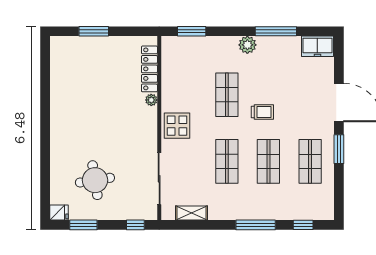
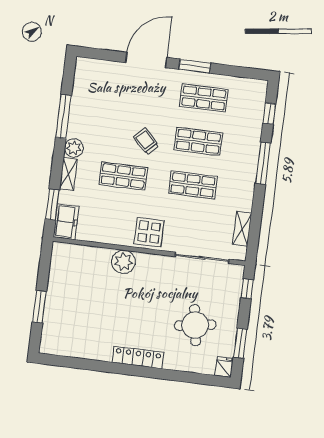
shelving: (222, 43) -> (68, 174), added
freezer: (317, 46) -> (66, 222), moved
locker: (149, 69) -> (138, 357), moved, turned 180
plant: (151, 100) -> (124, 262), width x1.88, depth x1.88
trolley: (262, 112) -> (146, 141), turned -44

